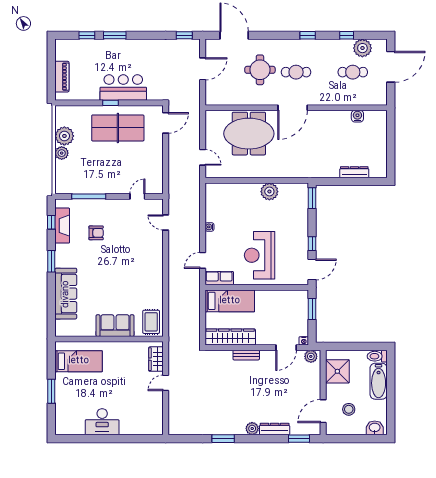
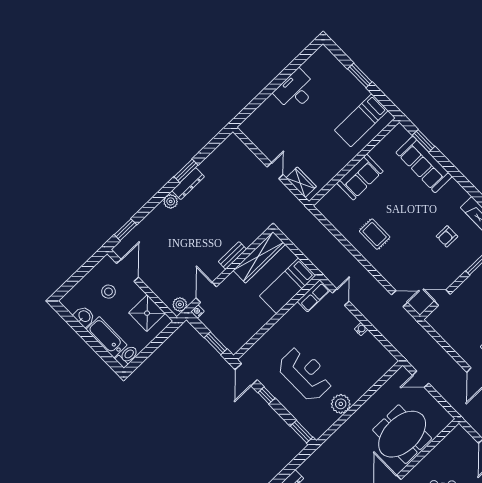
door: (137, 196) -> (442, 298), swing flipped
reception desk: (260, 255) -> (305, 374), moved
window: (51, 261) -> (424, 141), moved
rug: (151, 322) -> (375, 234), moved
washbasin: (375, 428) -> (84, 316), moved, turned -90
dresser: (275, 429) -> (188, 184), moved

